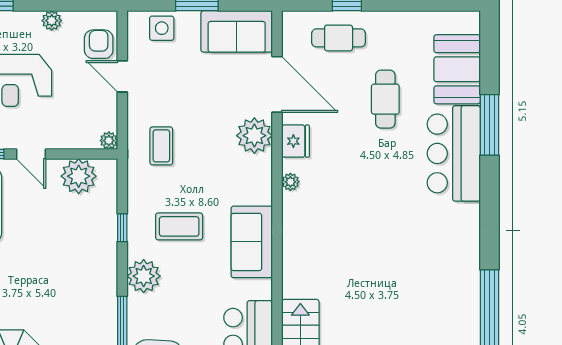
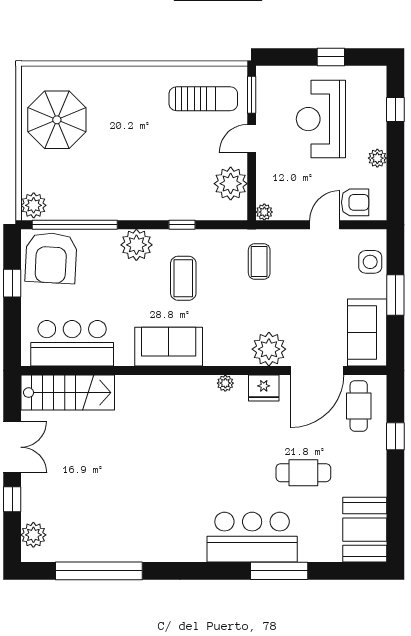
cafe table: (339, 38) -> (359, 406), moved
booth: (457, 69) -> (365, 530), moved, turned 90
coffee table: (161, 146) -> (259, 261), turned 90

